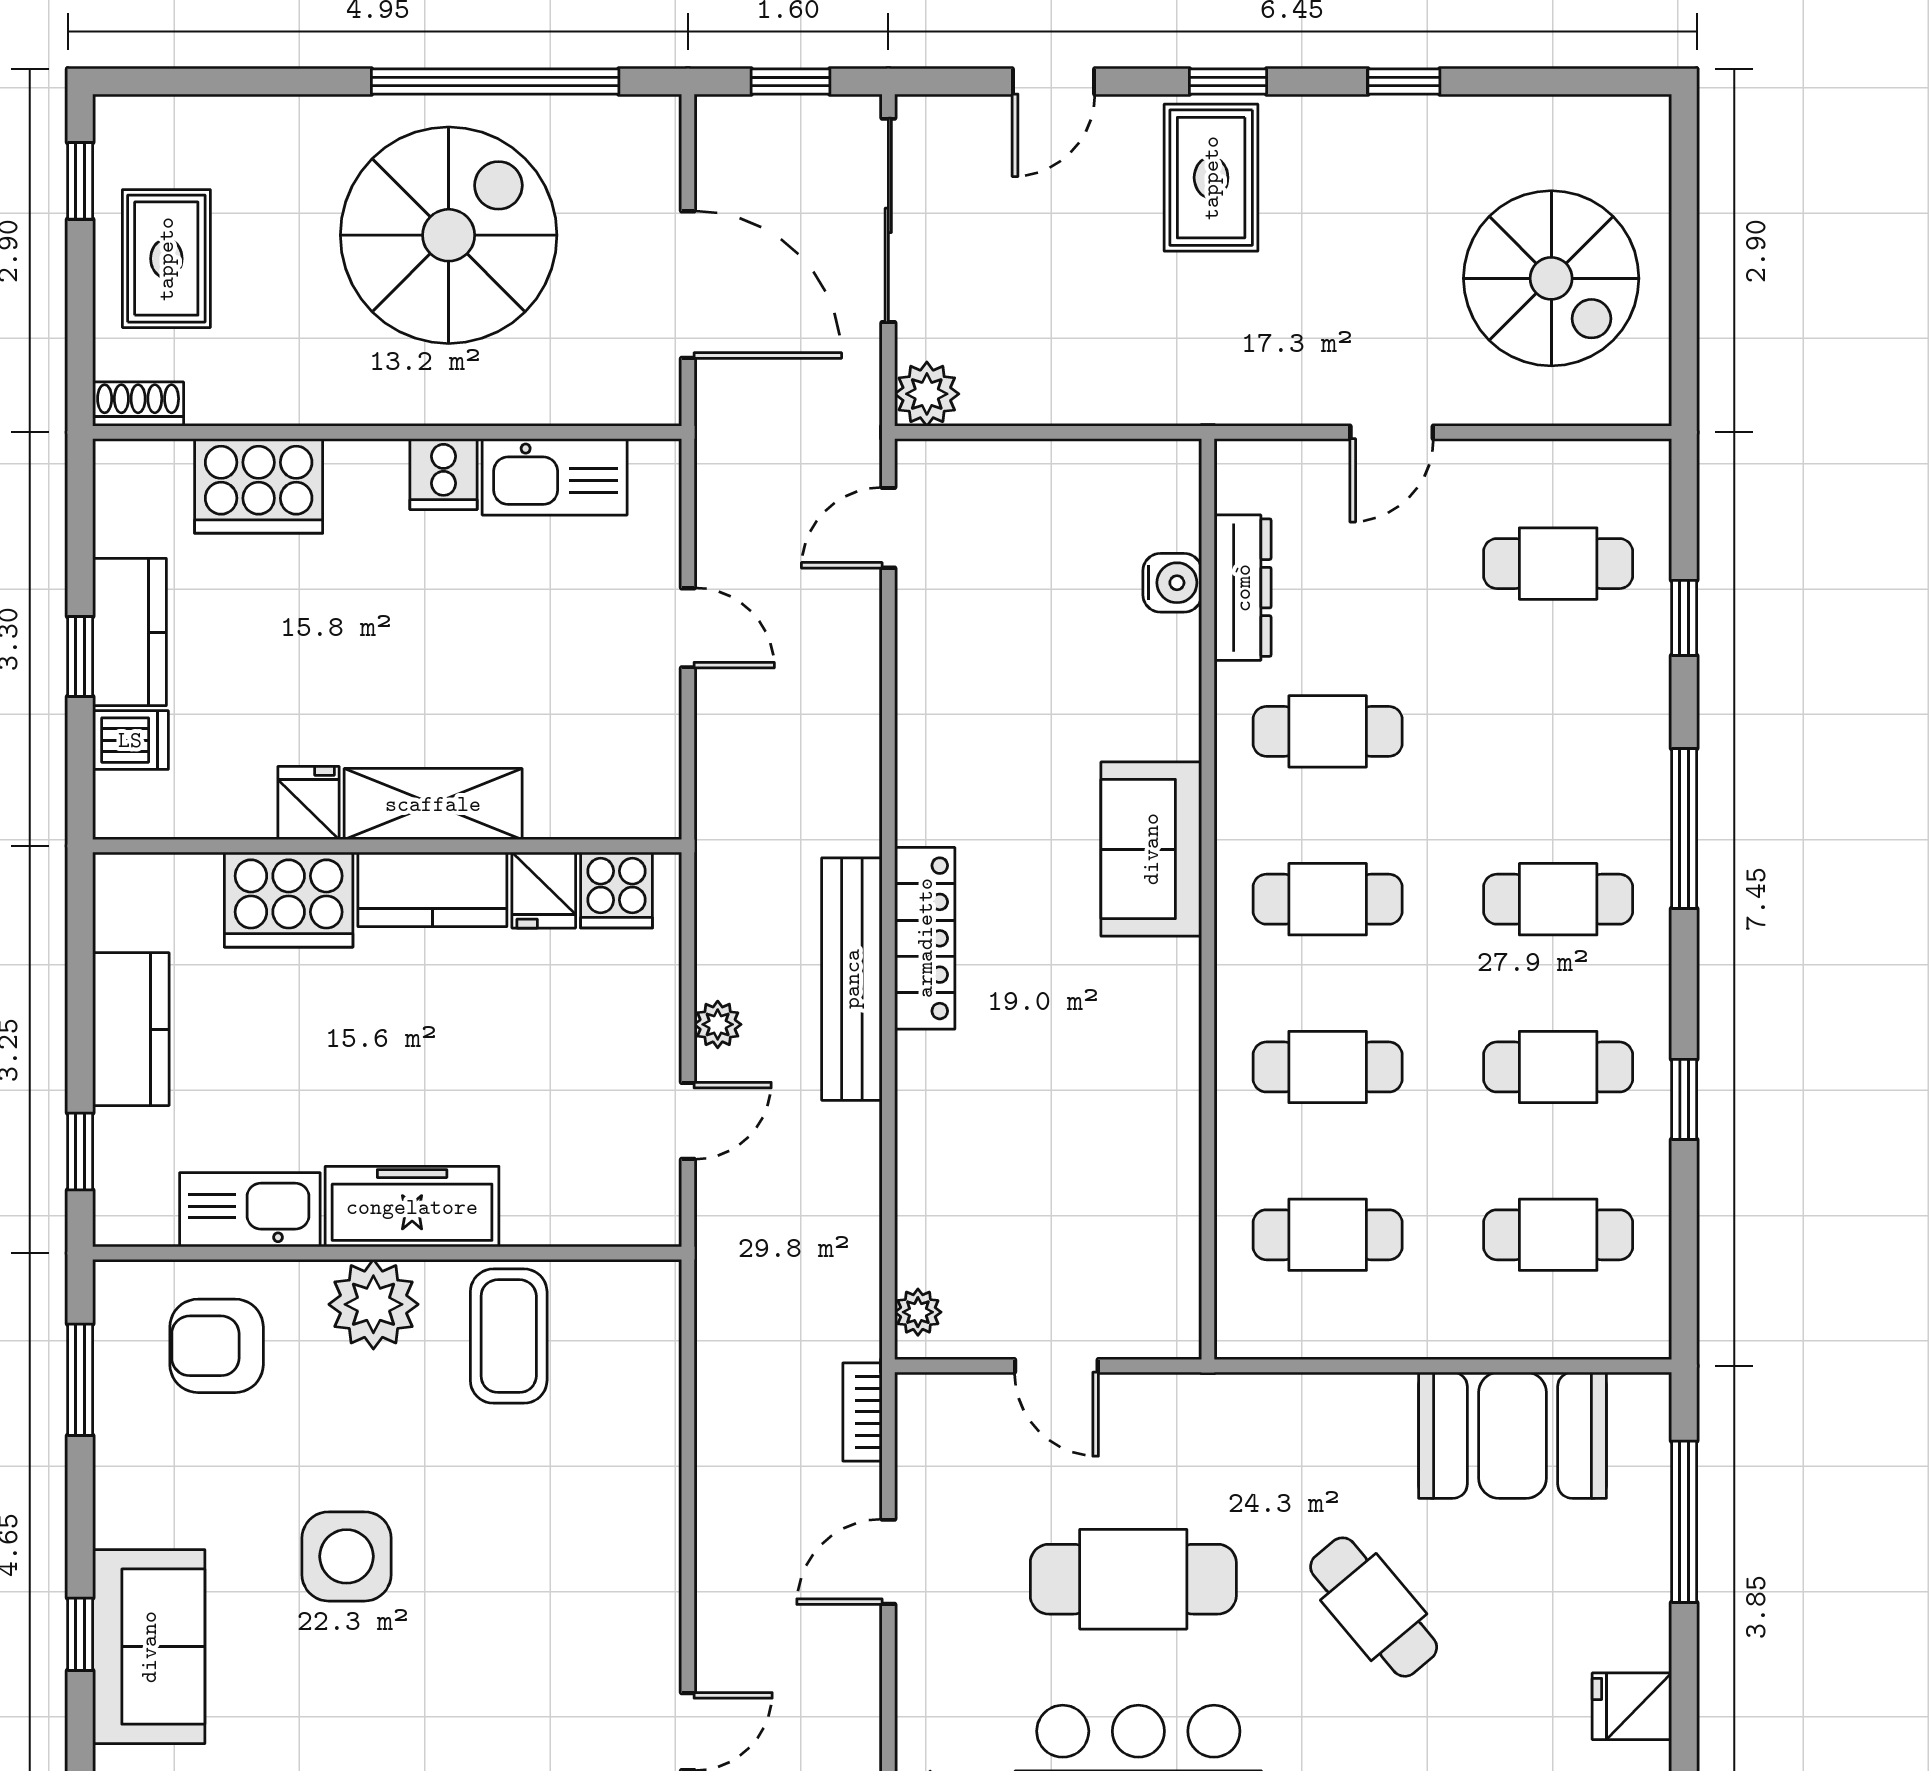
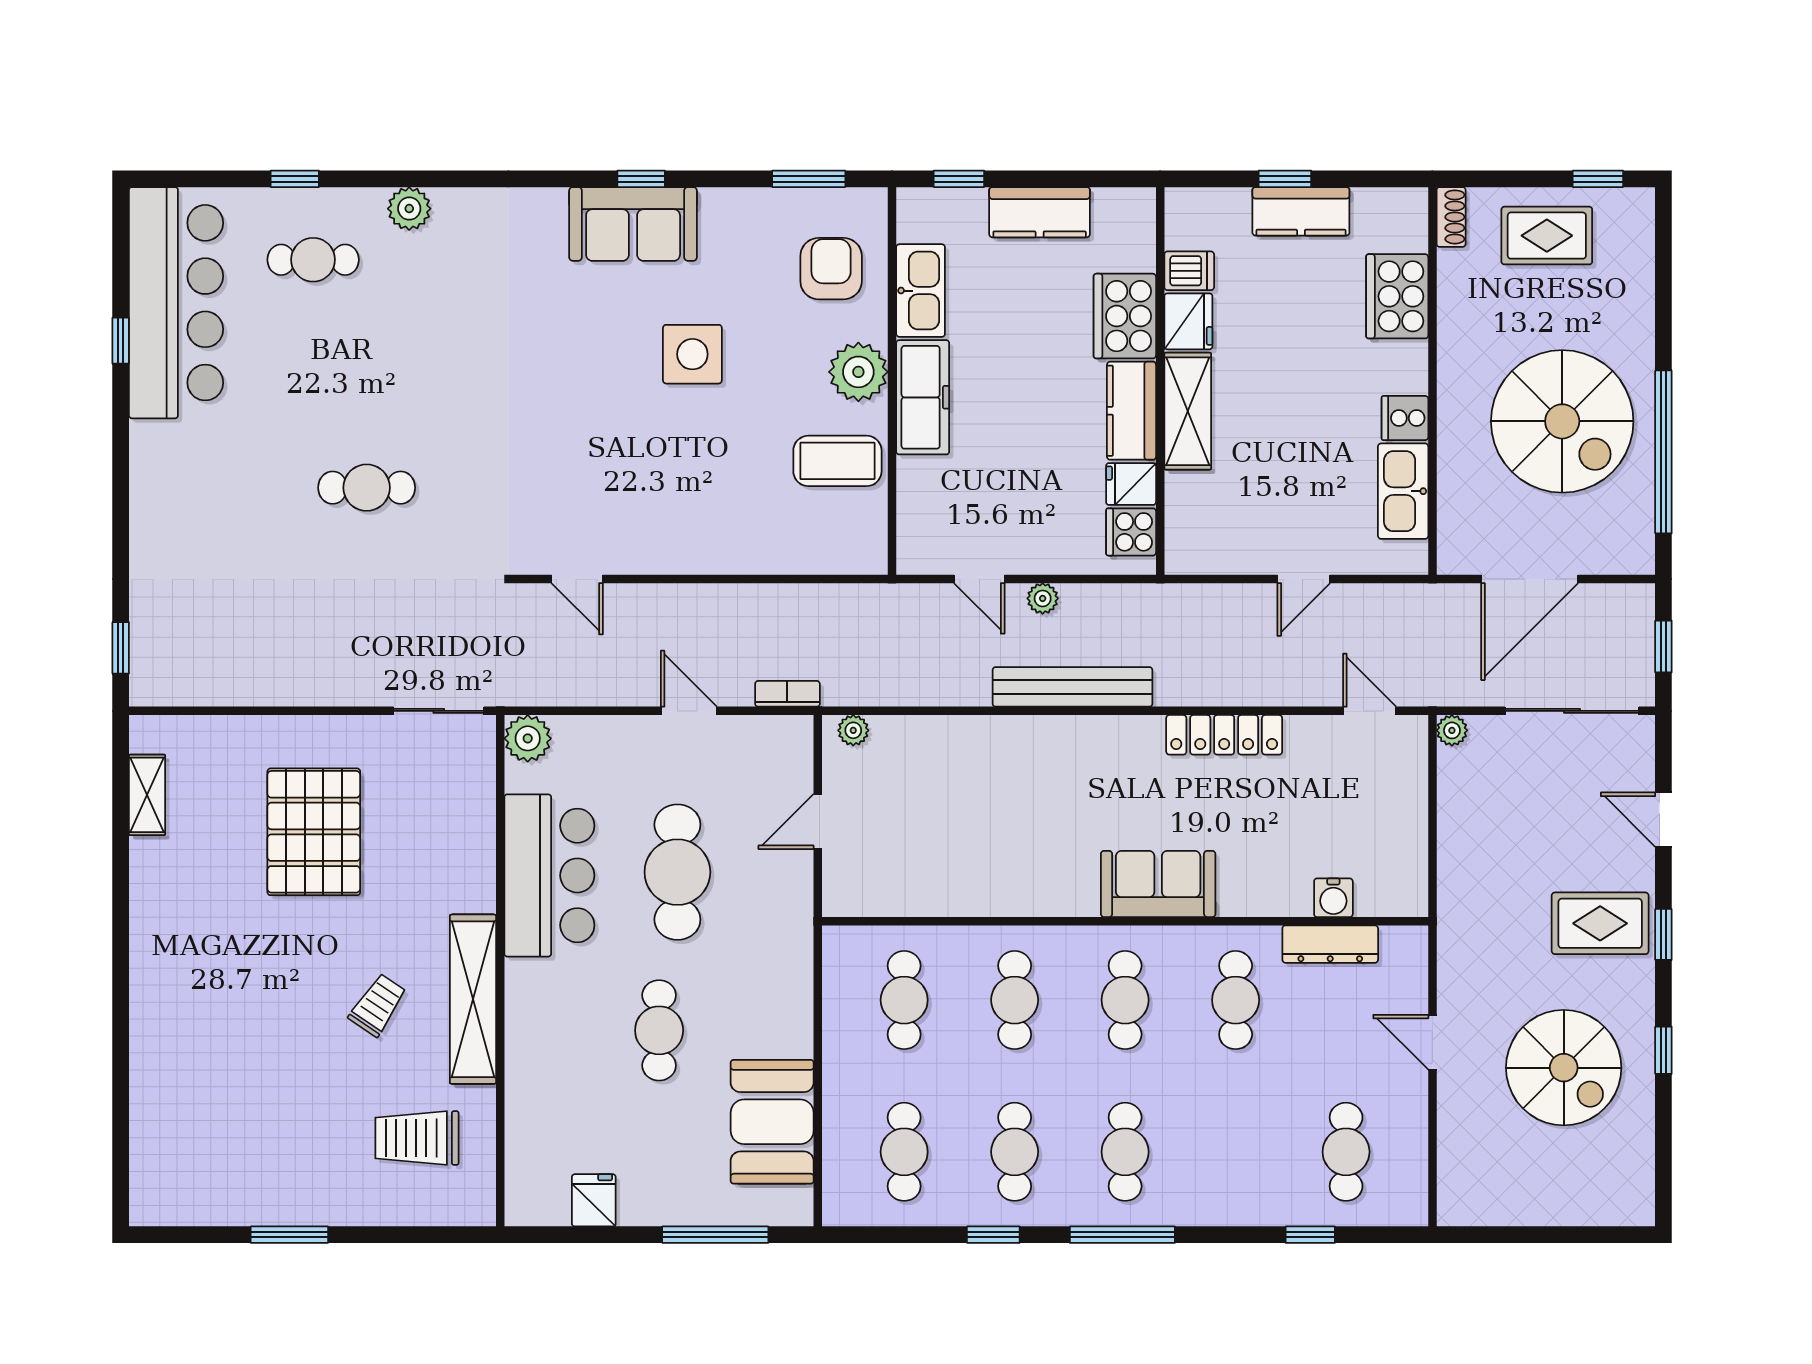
spiral stairs: (1551, 278) -> (1564, 1068), moved, turned -90
plant: (927, 394) -> (1452, 730), width x0.73, depth x0.73
dishwasher: (130, 740) -> (1189, 271), moved, turned -90
fridge: (309, 803) -> (1188, 321), width x1.38
window: (1684, 829) -> (1122, 1235), moved
locker: (925, 938) -> (1224, 735), moved
cafe table: (1374, 1607) -> (659, 1030), turned -50

